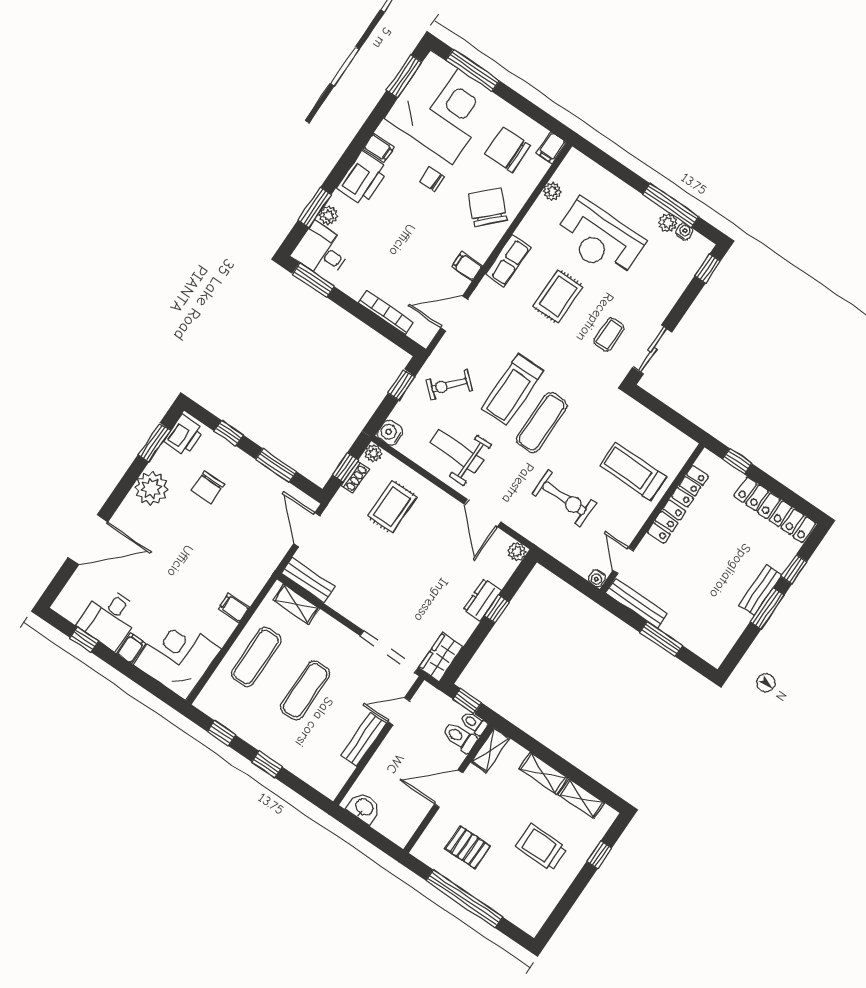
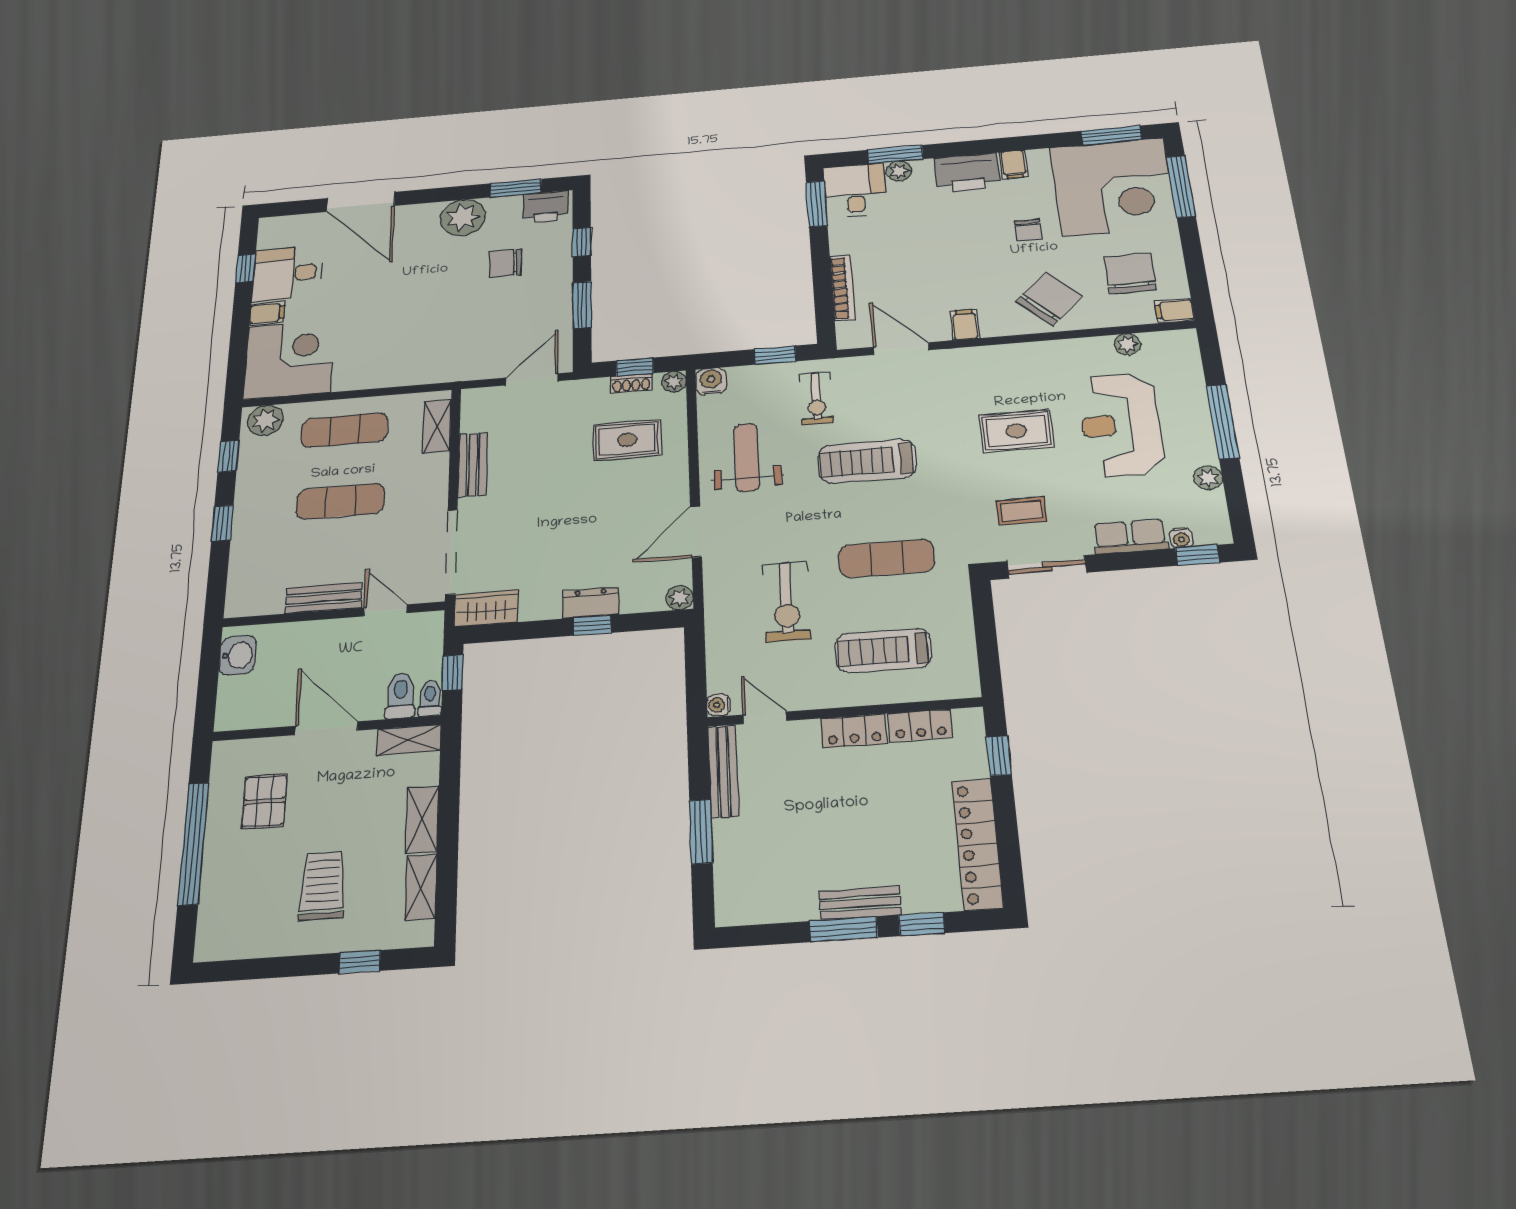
chair: (432, 179) -> (1028, 230), turned 180
window: (671, 205) -> (1223, 422), moved
water cooler: (684, 232) -> (1181, 538), moved, turned 90
row of seats: (508, 261) -> (1130, 536), moved, turned 180
exercise bike: (449, 385) -> (816, 399), turned -132
exercise mat: (542, 423) -> (887, 558), moved
treadmill: (633, 471) -> (883, 651), turned -90
door: (623, 560) -> (765, 718), hinge flipped
bench: (308, 580) -> (473, 465), moved
filing cabinet: (234, 608) -> (386, 373), removed
plant: (212, 697) -> (265, 420), added

